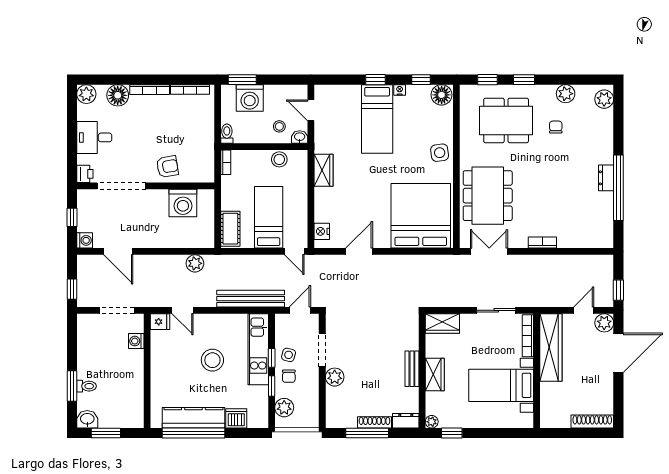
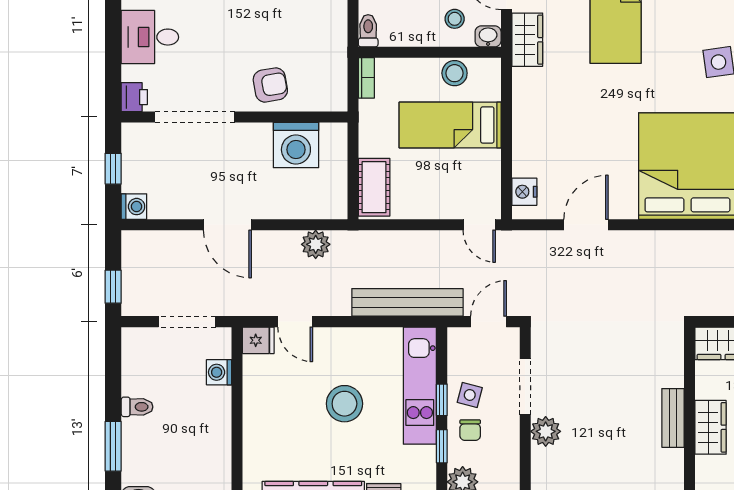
wardrobe: (323, 170) -> (527, 40), moved
bed: (269, 217) -> (450, 125), moved, turned -90
door: (118, 251) -> (227, 225), moved
toilet: (86, 386) -> (137, 407), moved

